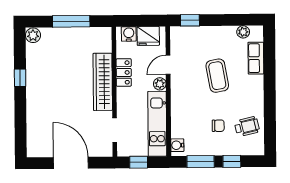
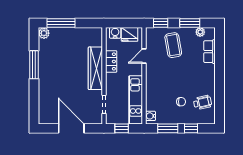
window: (229, 20) -> (190, 23), added
window: (71, 21) -> (61, 23), moved
coffee table: (217, 76) -> (173, 45), moved
window: (20, 78) -> (34, 65), width x2.17
plant: (160, 84) -> (138, 70), removed

